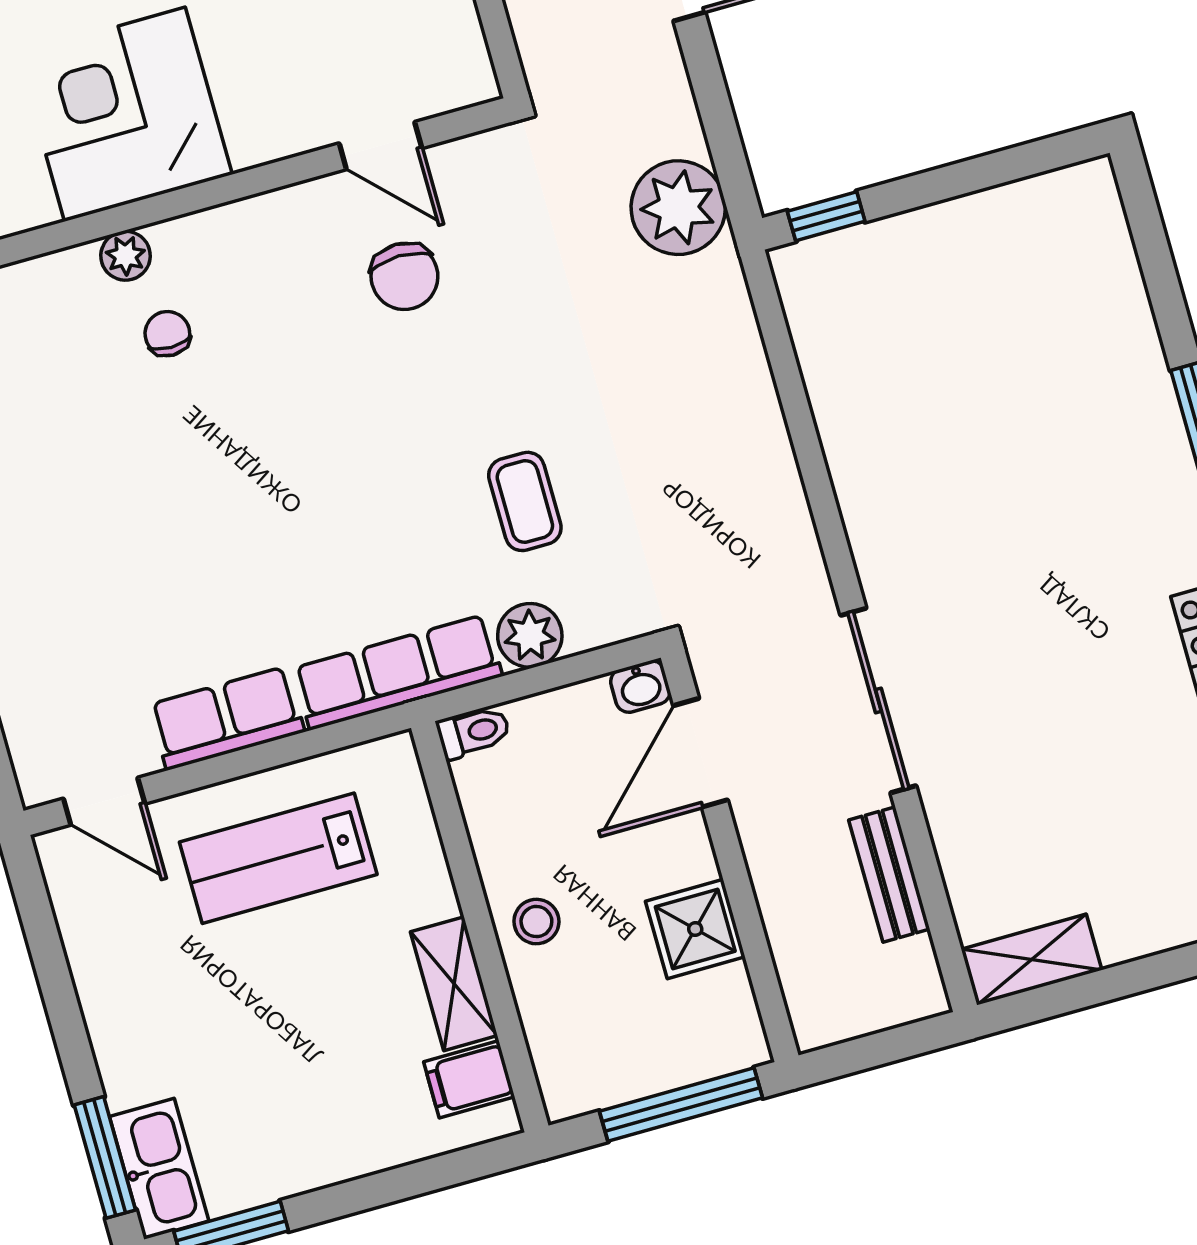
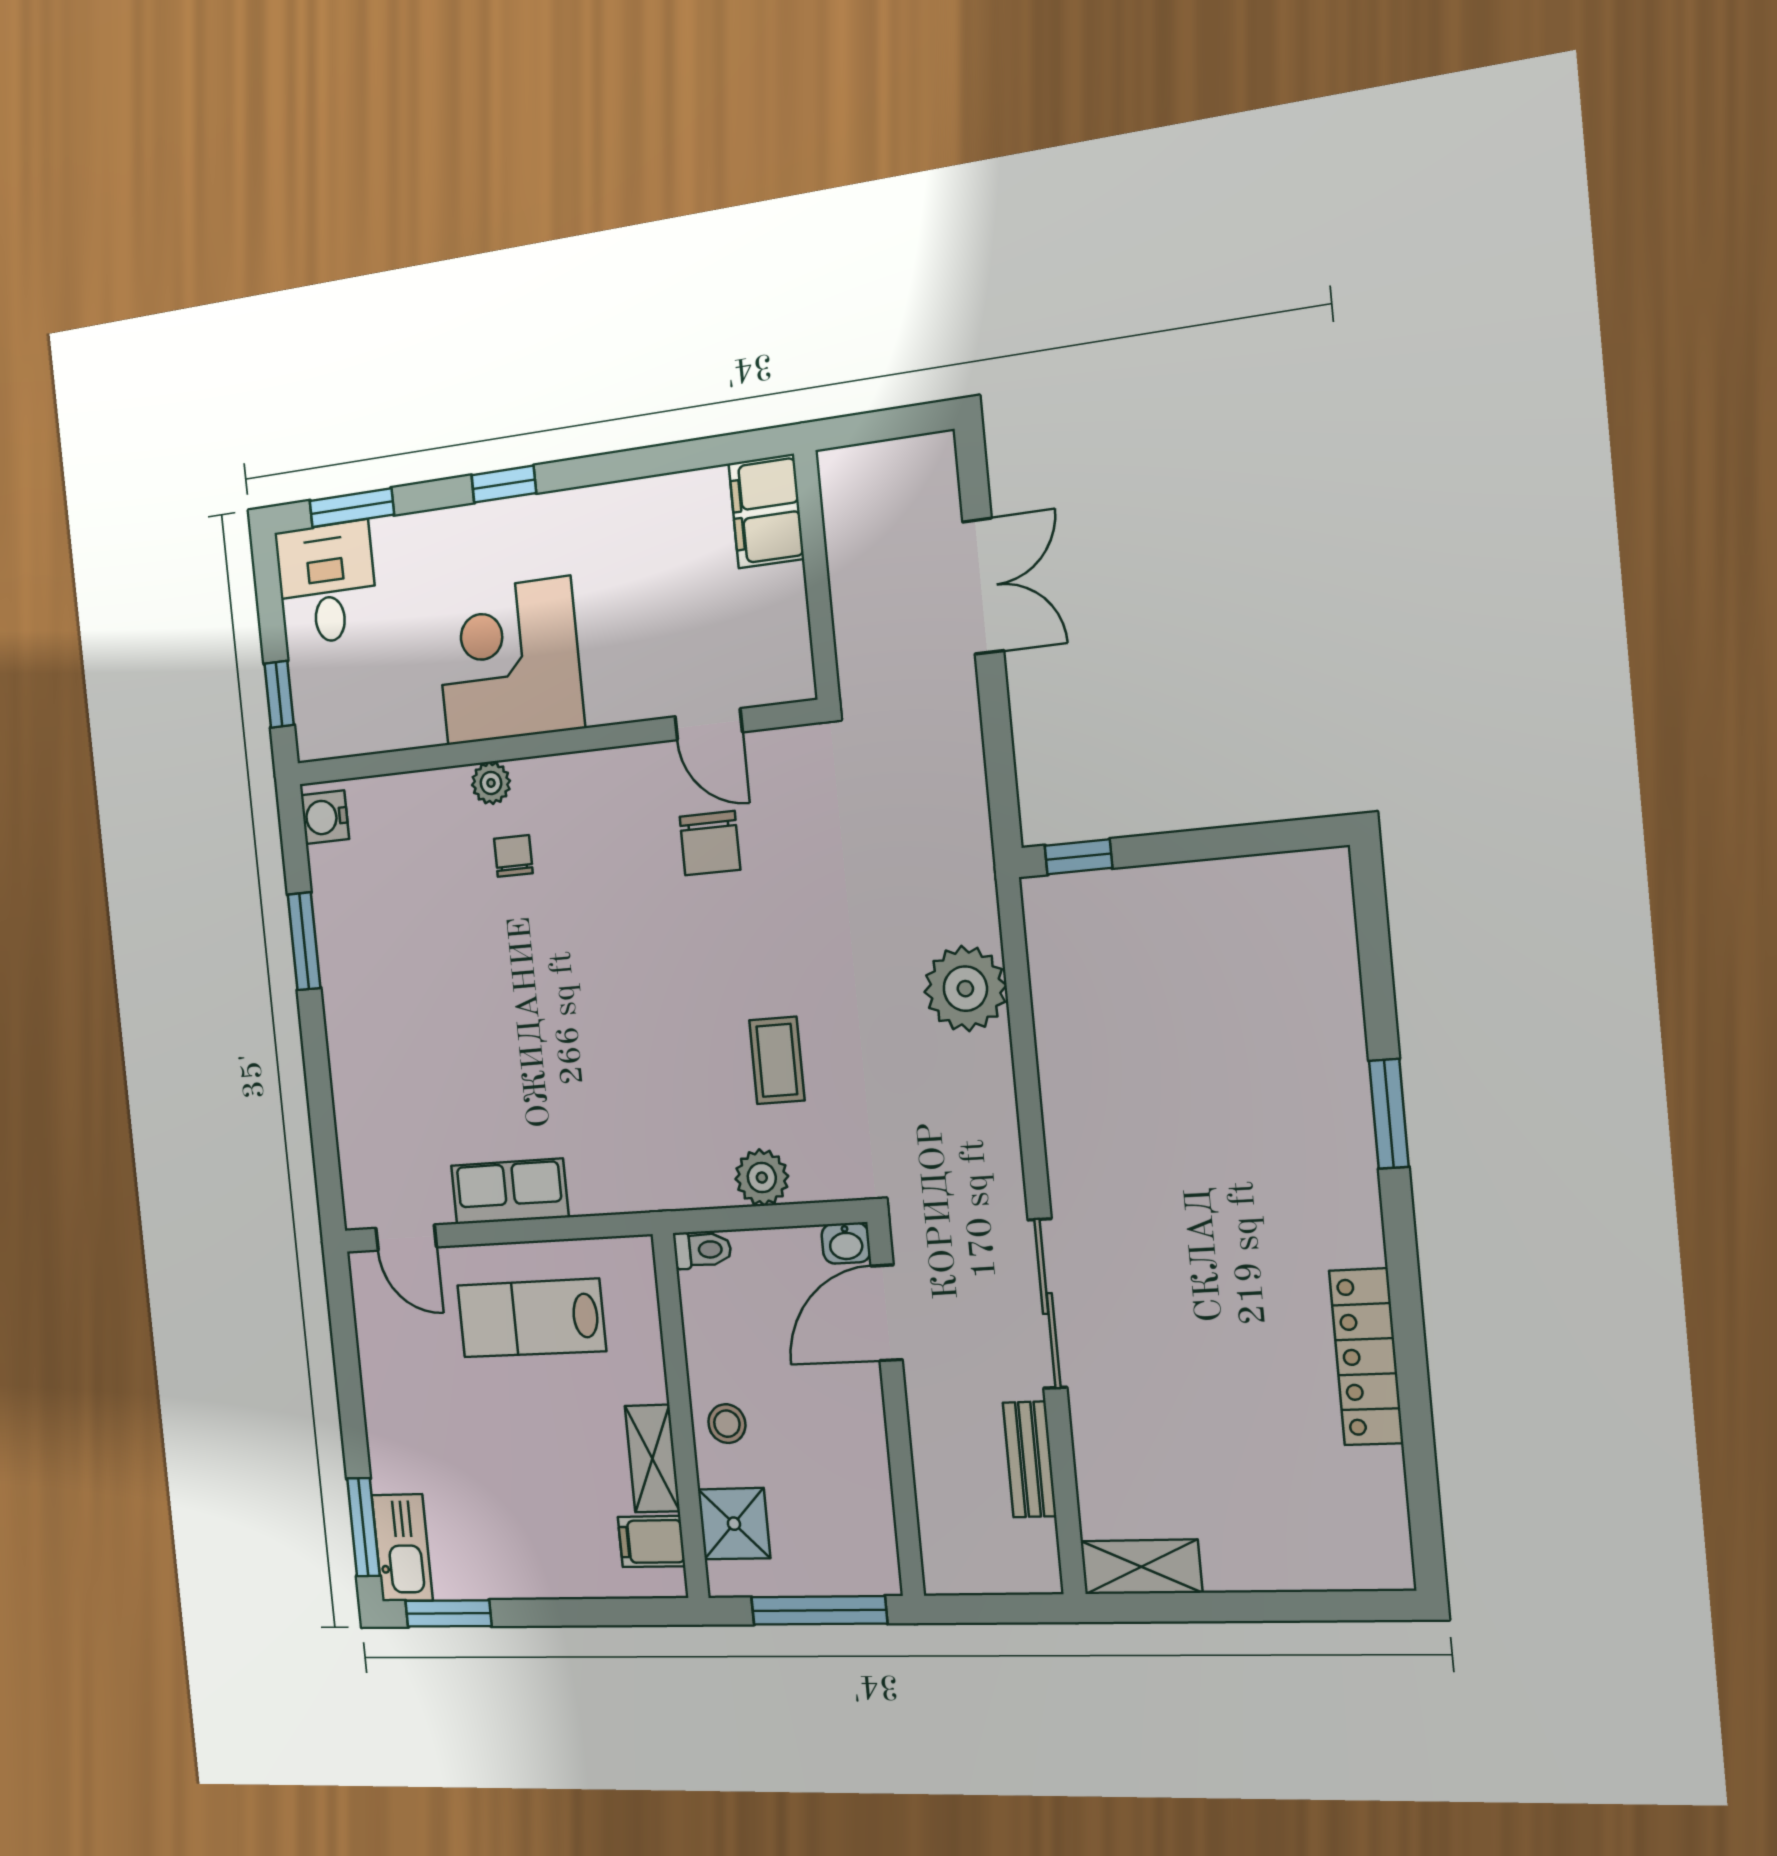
plant: (678, 208) -> (965, 989), moved
row of seats: (398, 672) -> (650, 1184), removed
shower: (695, 929) -> (734, 1524), moved

